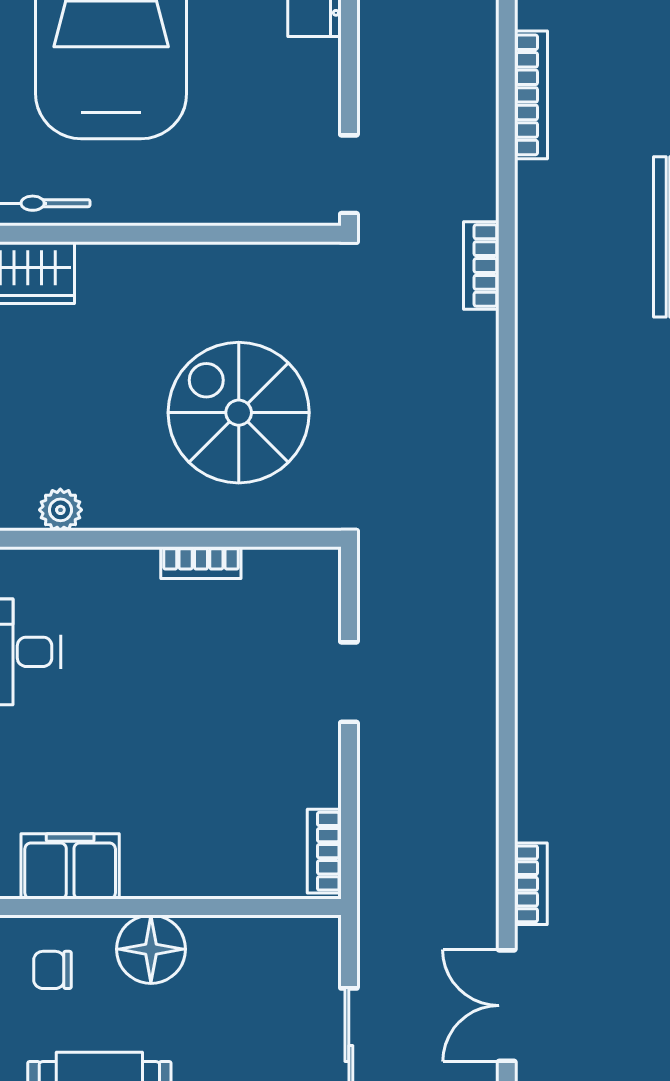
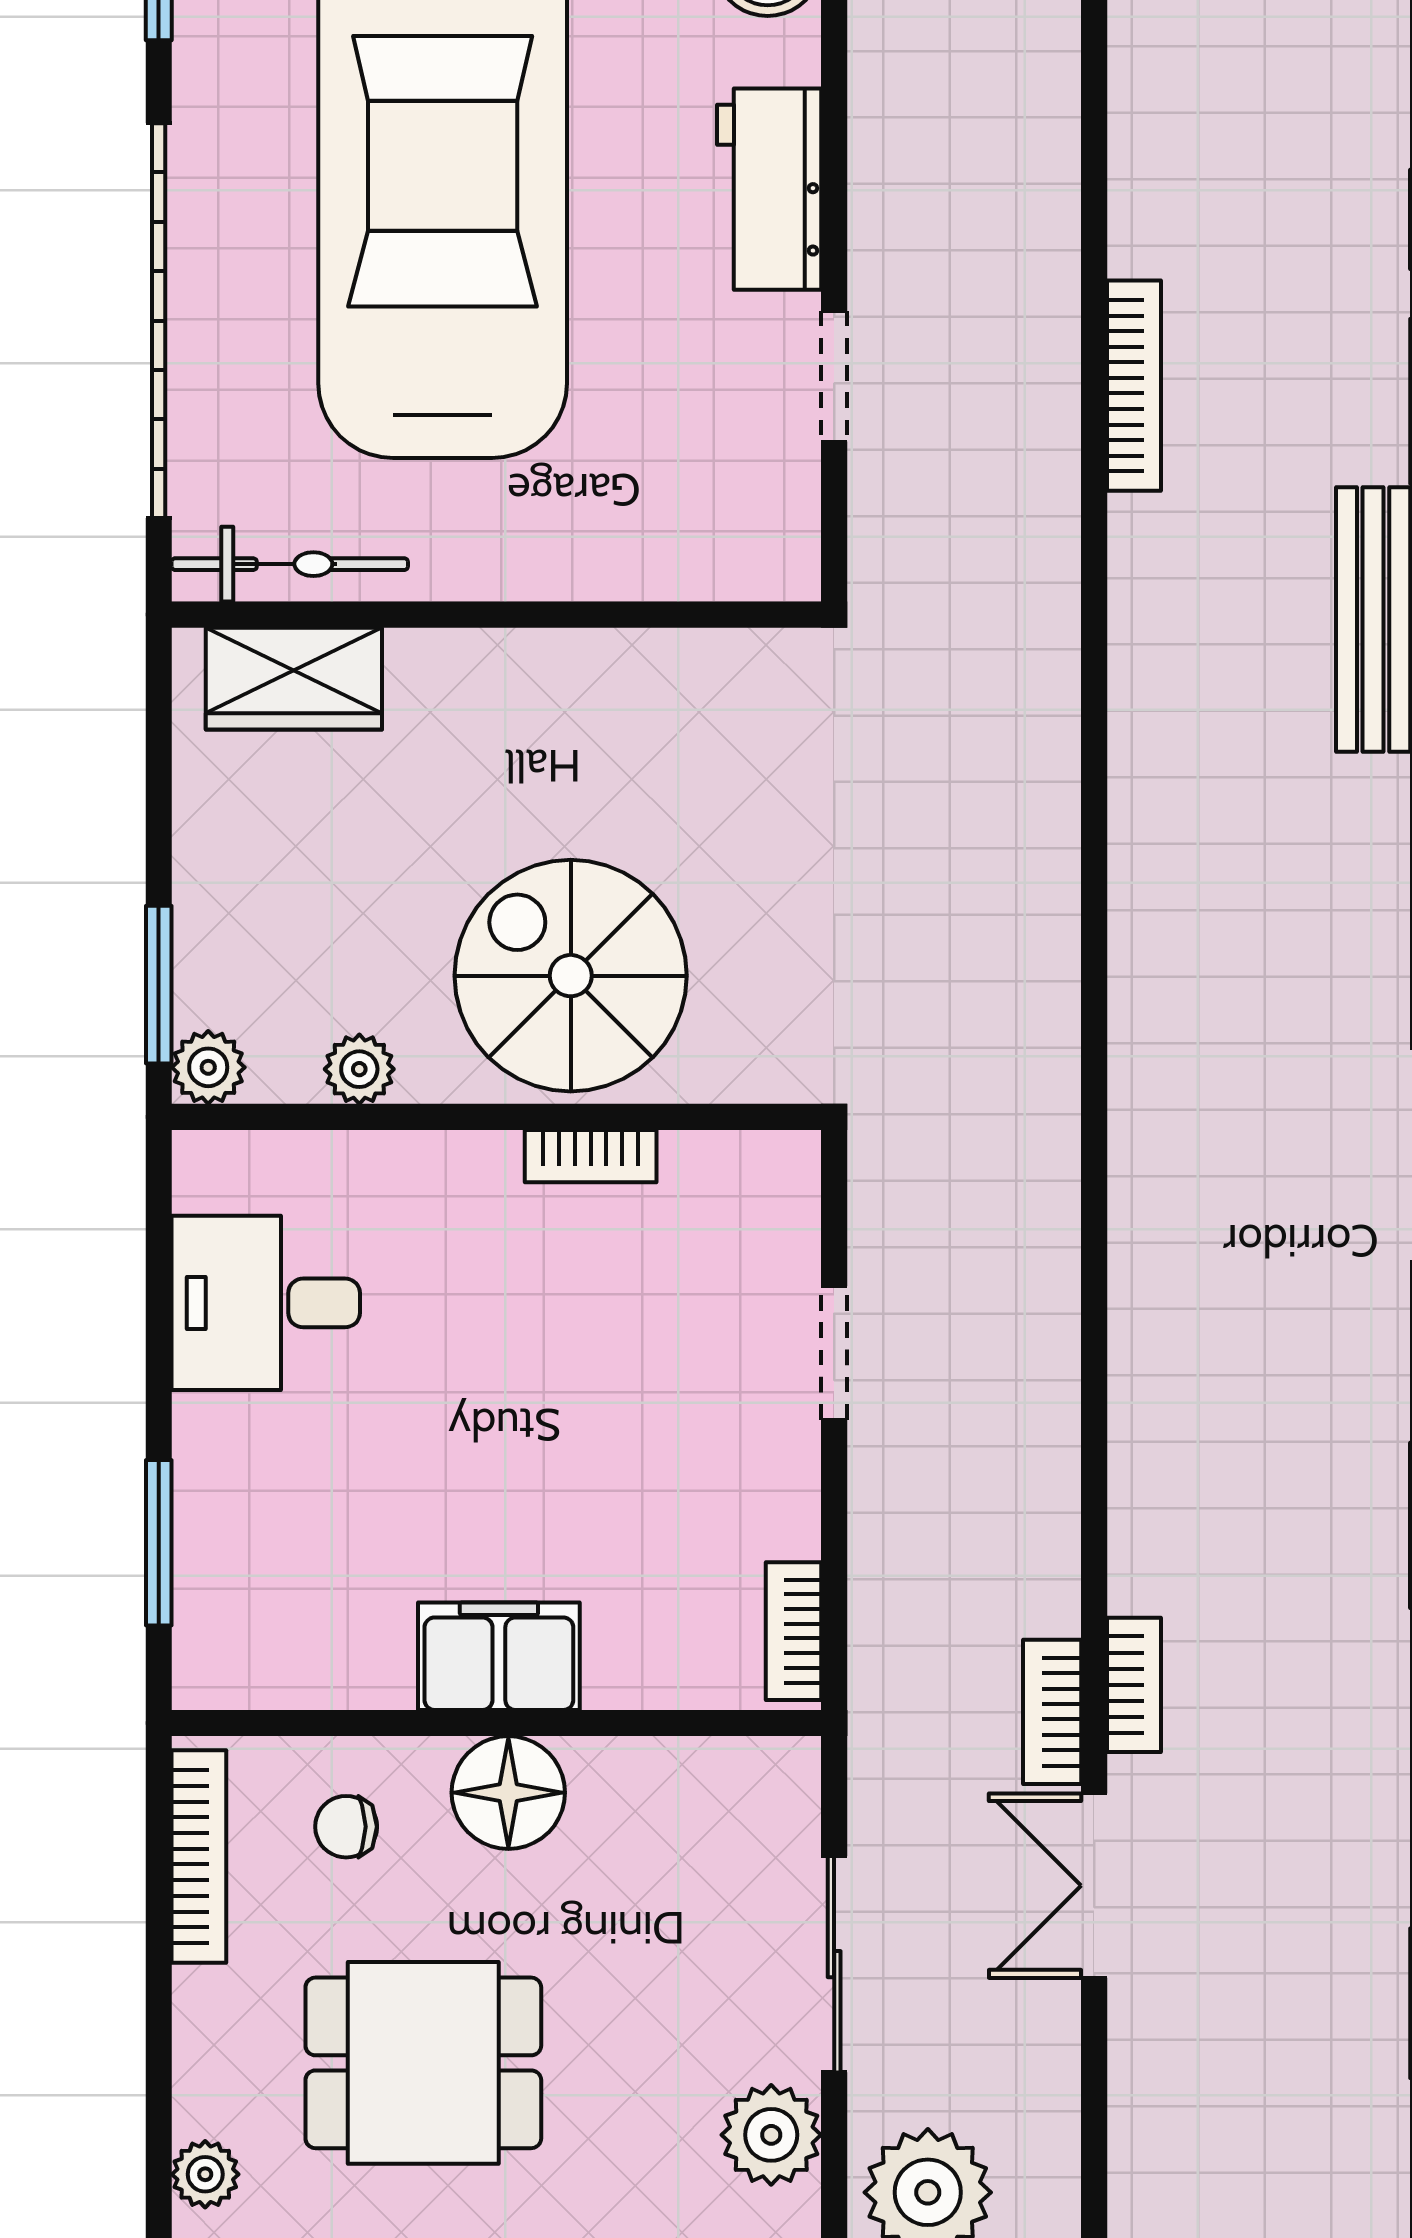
doorway: (349, 174) -> (834, 376), moved
bookcase: (481, 265) -> (1052, 1712), moved
spiral stairs: (239, 413) -> (571, 976), moved
filing cabinet: (70, 866) -> (499, 1656), moved

